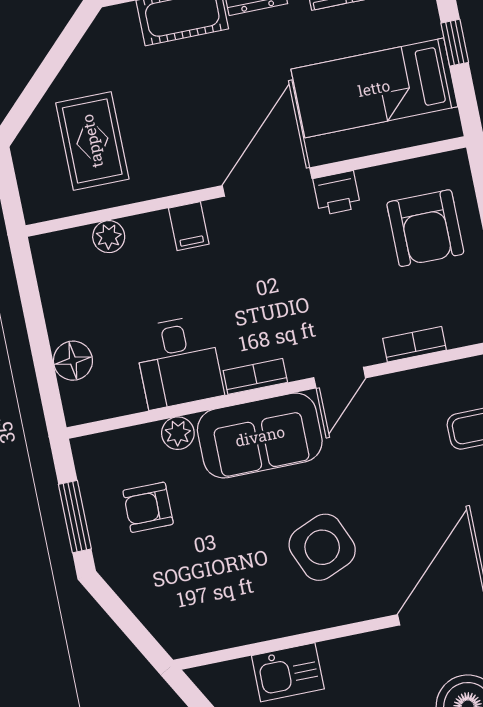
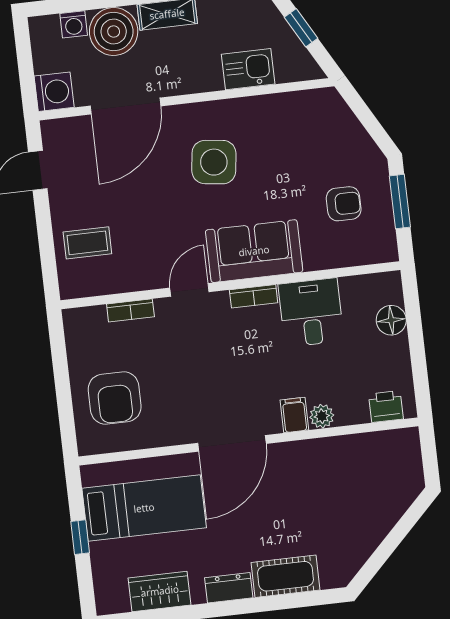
rug: (92, 141) -> (362, 486), removed
printer: (337, 193) -> (386, 407), moved
armchair: (425, 228) -> (115, 398), turned 180
plant: (109, 237) -> (322, 416), moved
plant: (178, 433) -> (316, 258), removed
side table: (322, 547) -> (214, 162), turned 30

